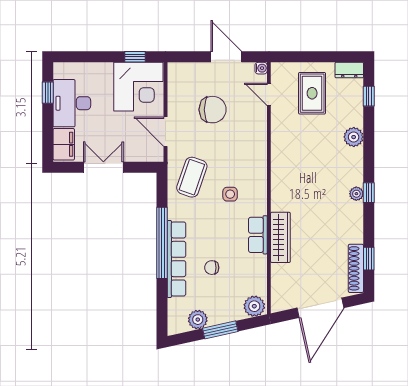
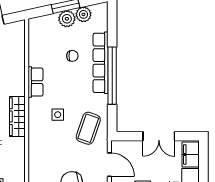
wardrobe: (280, 237) -> (17, 117), moved
plant: (254, 306) -> (67, 19), moved

